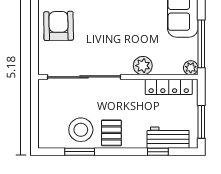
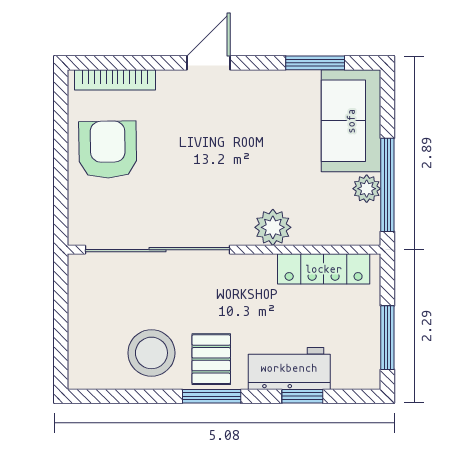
plant: (191, 68) -> (367, 189), moved
workbench: (168, 138) -> (289, 368), moved
window: (80, 152) -> (212, 396), moved

